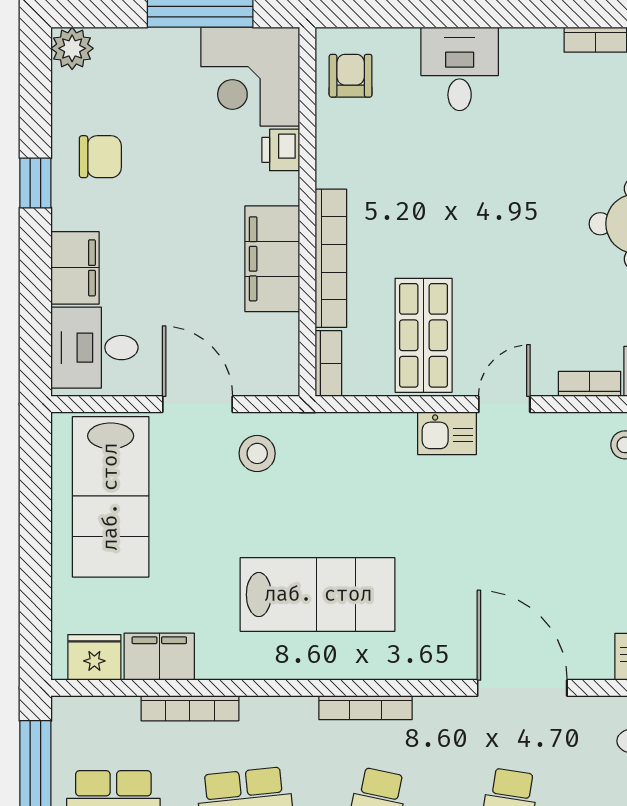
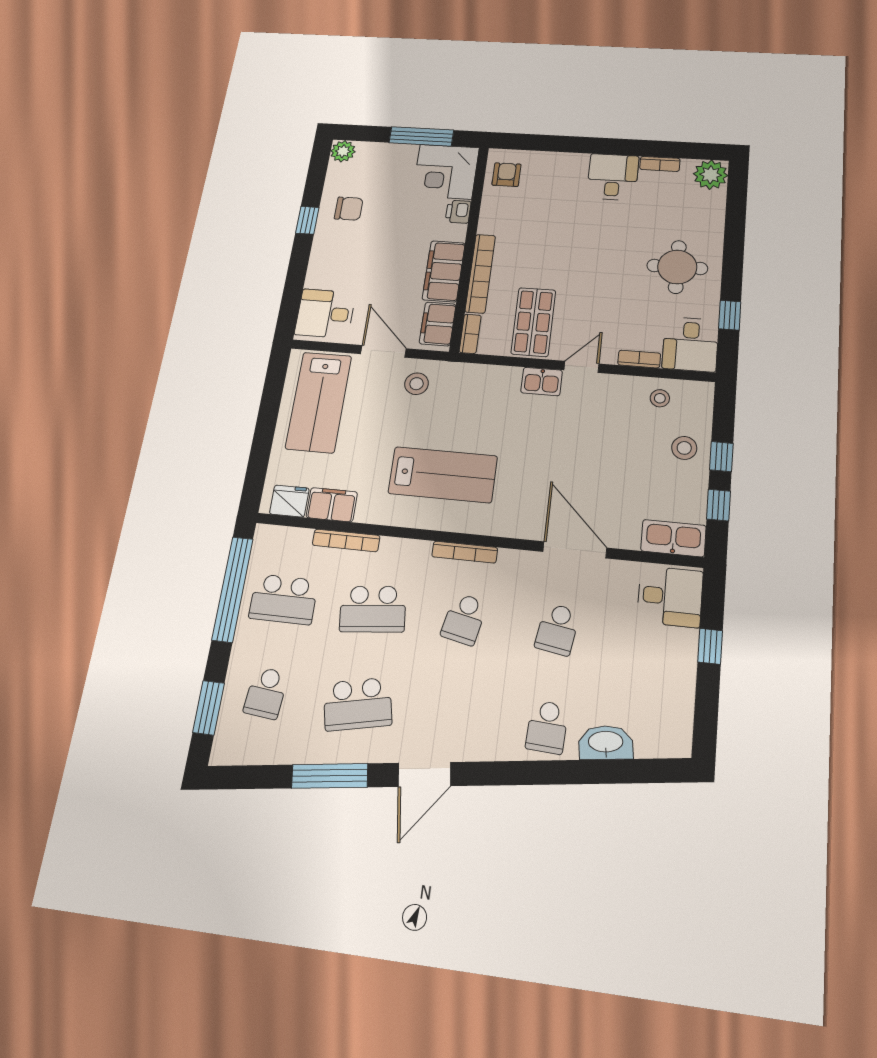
desk: (460, 69) -> (613, 177), moved
filing cabinet: (75, 268) -> (438, 324), moved, turned 180

